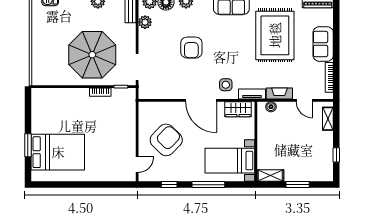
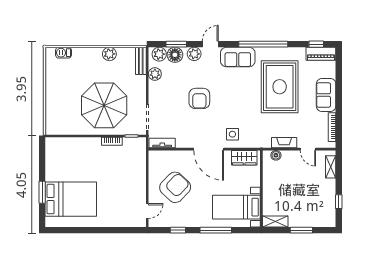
tv unit: (252, 94) -> (162, 143), moved

